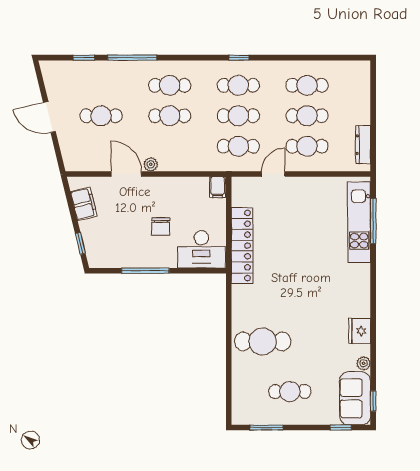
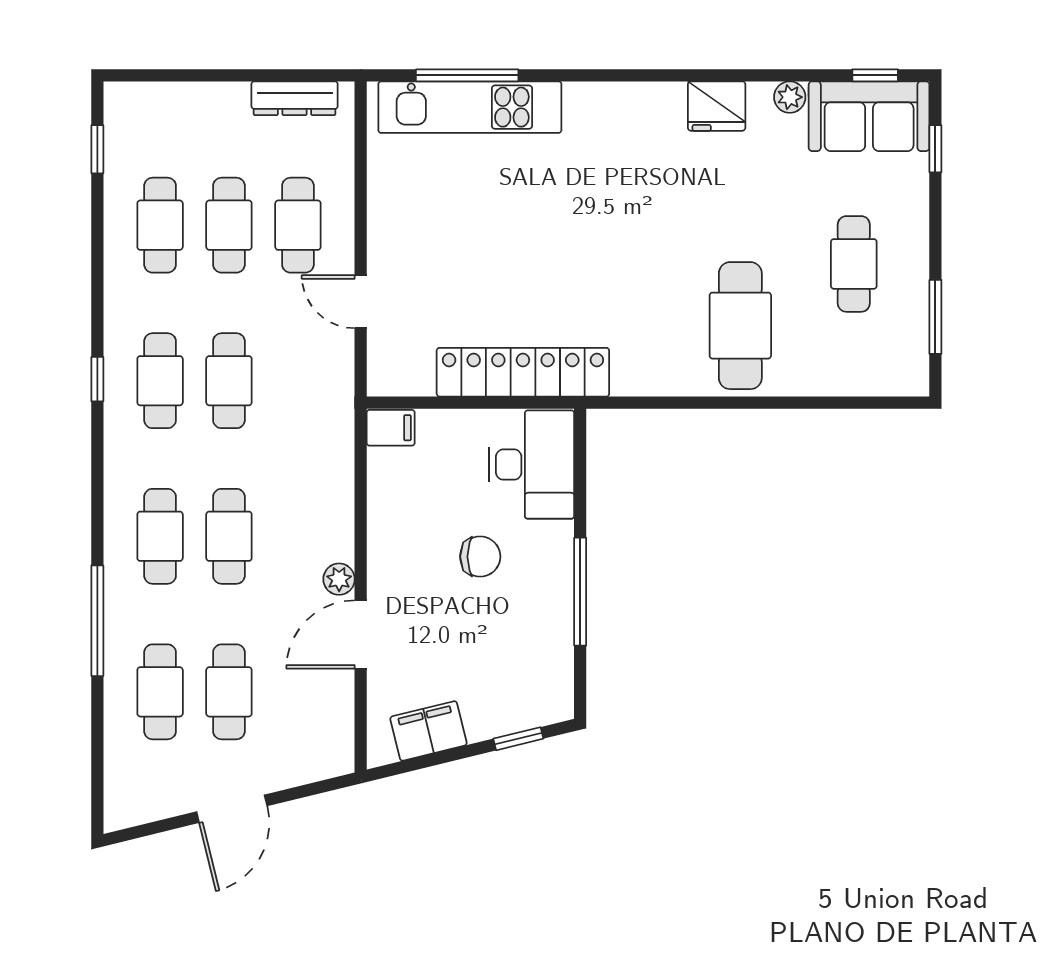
window: (84, 58) -> (97, 149), moved
cafe table: (238, 146) -> (160, 692), moved

